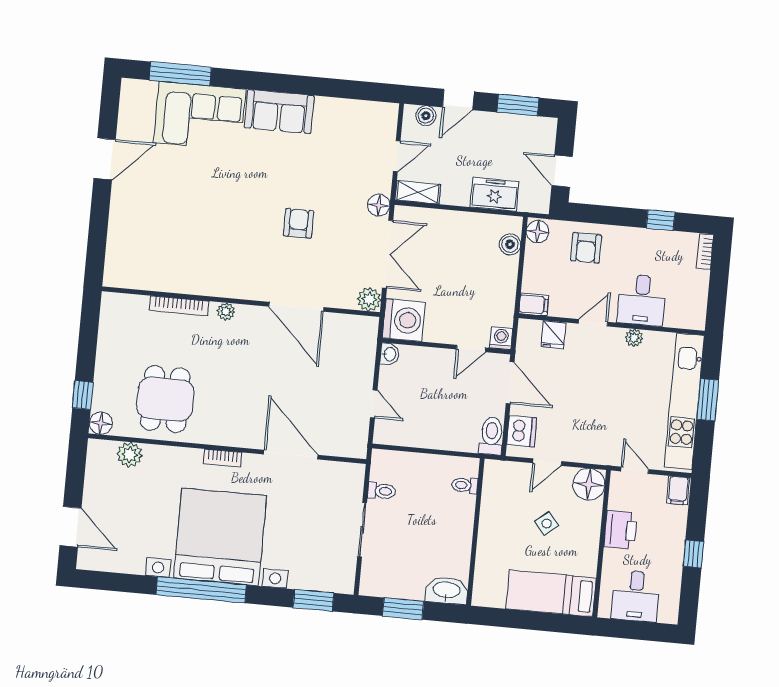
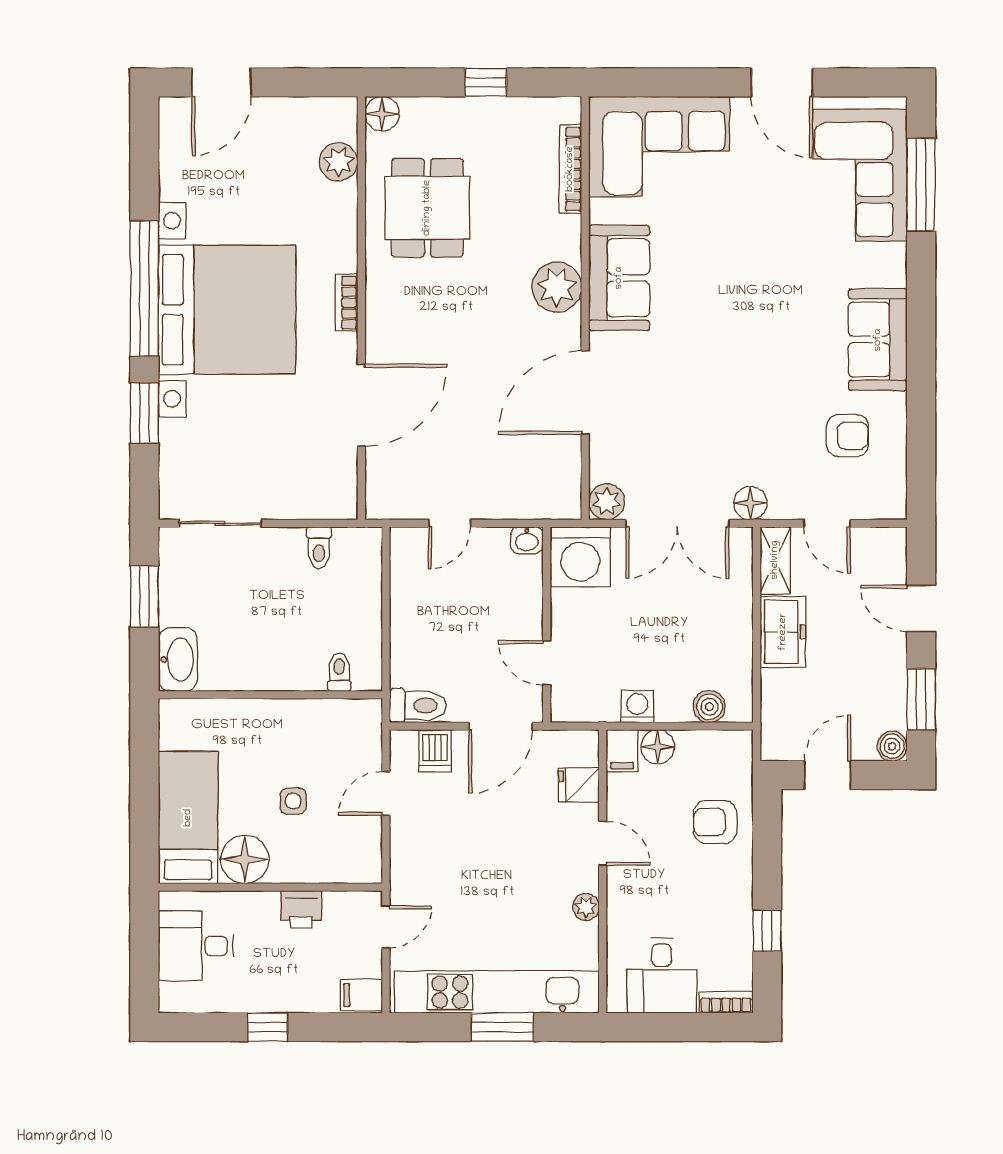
corner sofa: (200, 116) -> (860, 175), moved
boiler: (426, 116) -> (892, 746), moved
freezer: (494, 194) -> (783, 632), moved
armchair: (299, 223) -> (848, 436), moved
floor lamp: (538, 232) -> (658, 747), moved
corner sofa: (139, 243) -> (659, 147), added
sofa: (223, 278) -> (619, 278), added
desk: (642, 300) -> (662, 976), moved, turned -90
bookcase: (179, 306) -> (570, 169), moved
plant: (226, 311) -> (557, 287), width x1.88, depth x1.88
washing machine: (501, 338) -> (637, 706), moved, turned -90
window: (83, 395) -> (486, 82), moved
dining table: (165, 399) -> (427, 208), turned 90
dishwasher: (522, 431) -> (435, 751), width x0.73
door: (547, 462) -> (386, 793), hinge flipped
floor lamp: (589, 484) -> (245, 860), moved
side table: (547, 523) -> (293, 801), turned 38
sliding door: (362, 530) -> (220, 523), moved
printer: (621, 530) -> (301, 909), width x0.73, depth x0.81
window: (313, 600) -> (144, 413), moved

